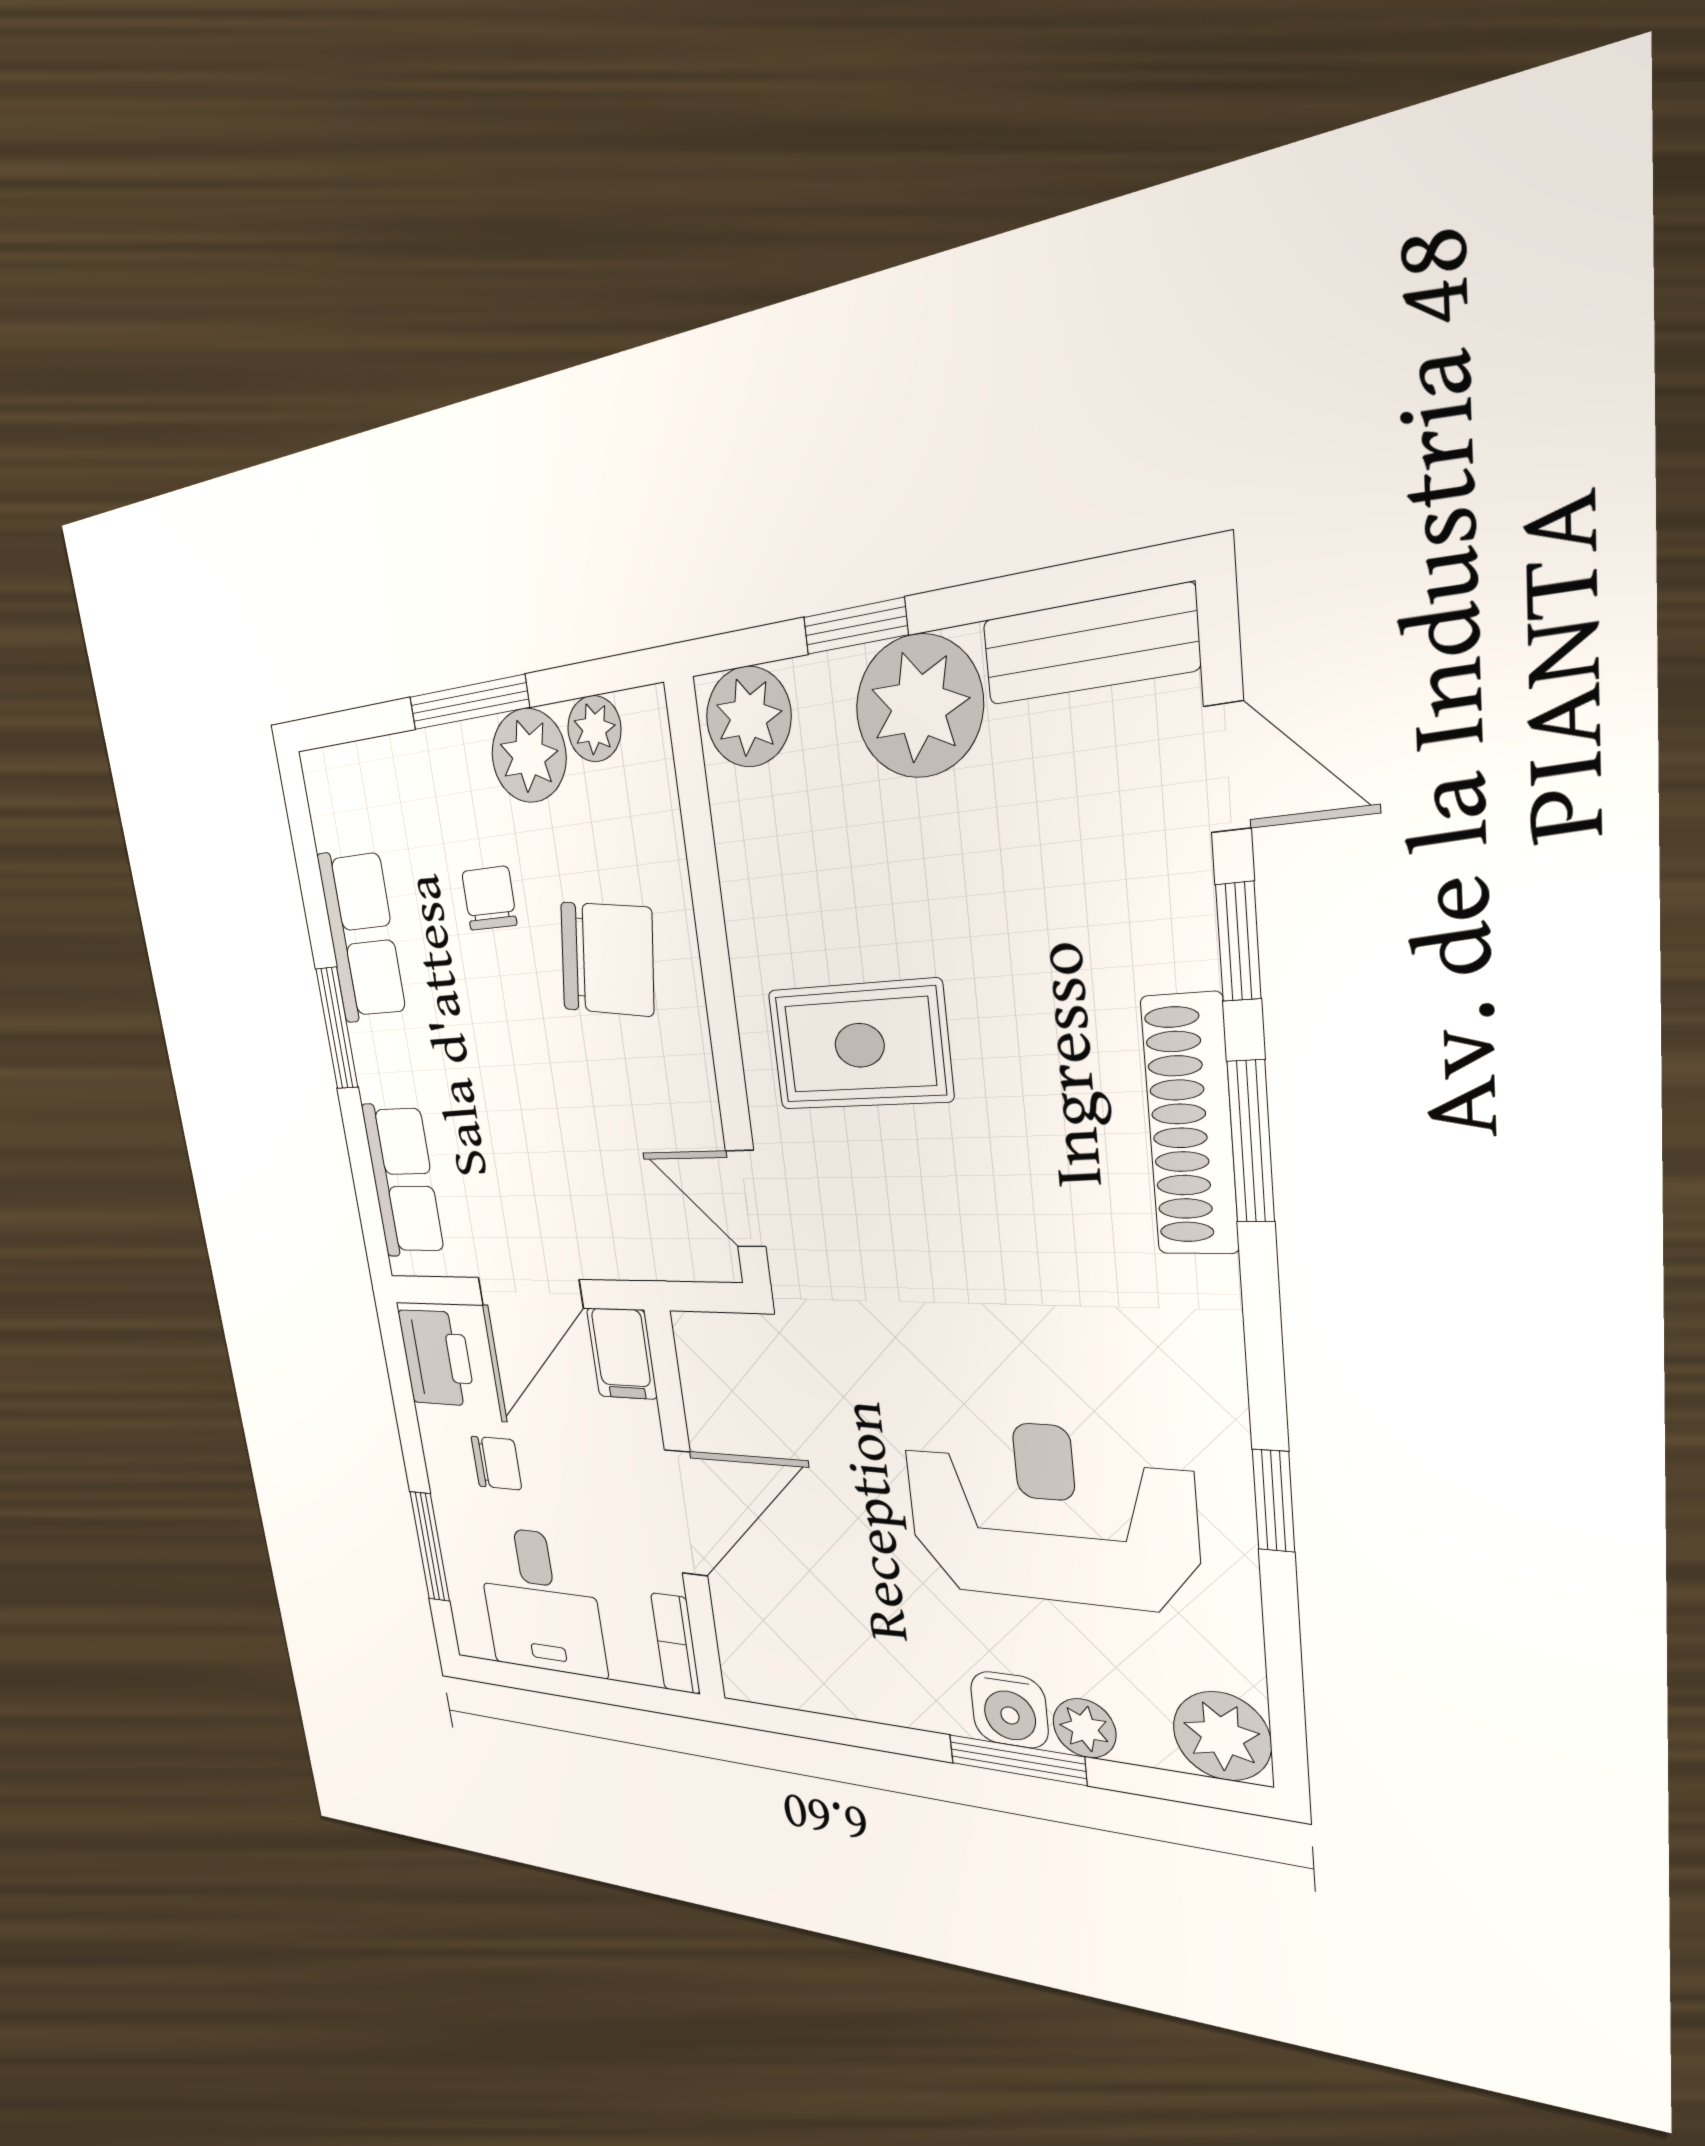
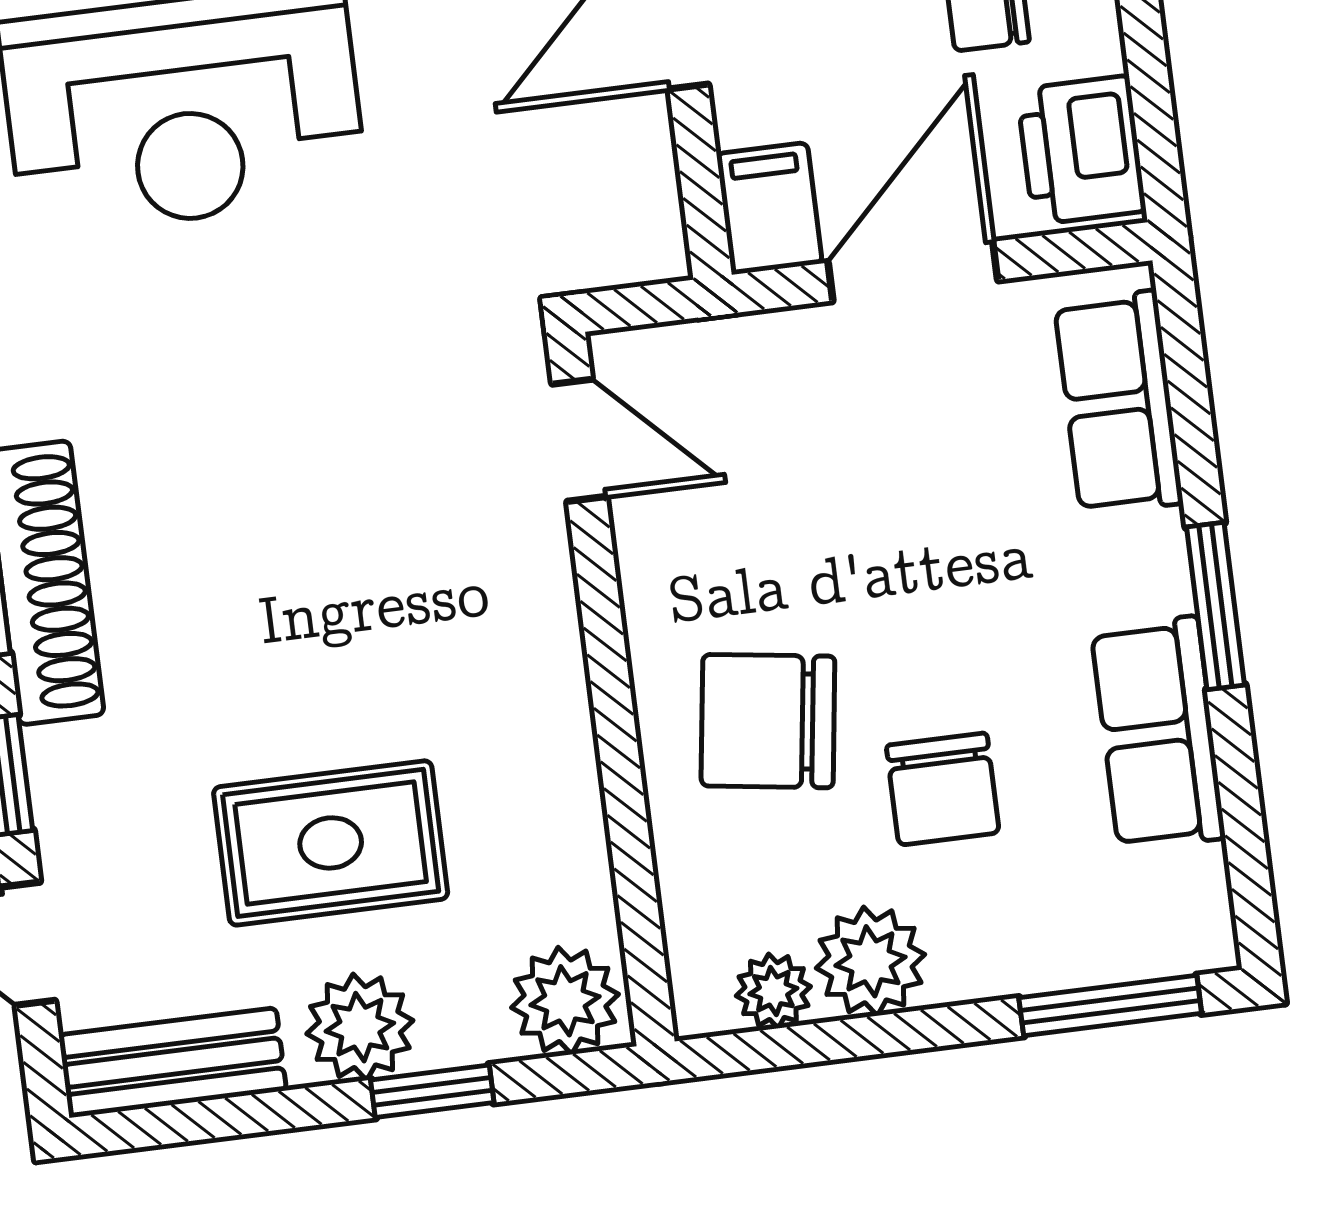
window: (469, 702) -> (1110, 1006), moved
plant: (919, 706) -> (360, 1027), width x0.73, depth x0.73
chair: (489, 898) -> (943, 789), width x1.37, depth x1.37
rug: (860, 1045) -> (331, 843), moved

